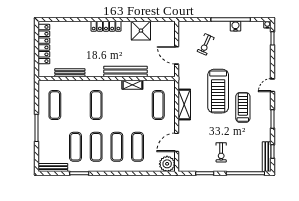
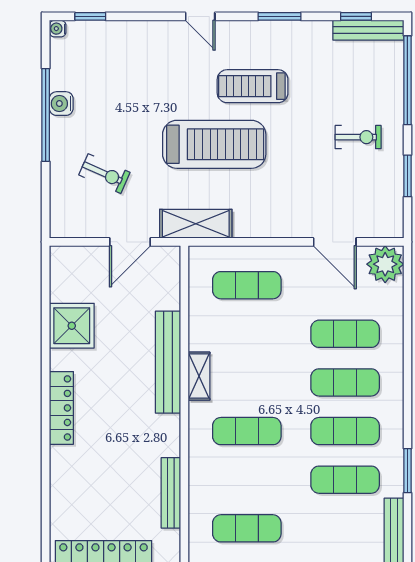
shelving: (132, 85) -> (199, 376), moved
shelving: (184, 104) -> (196, 224), moved

